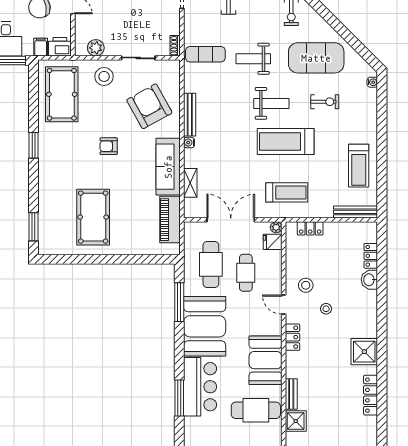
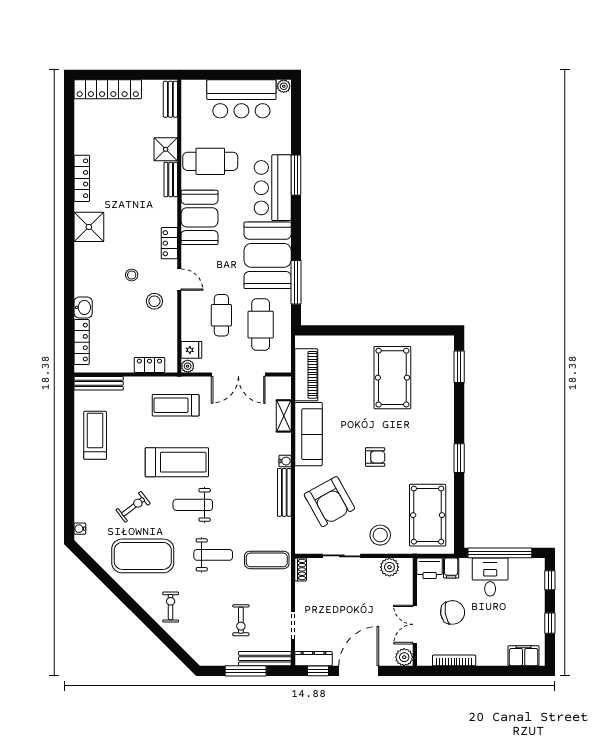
exercise bike: (325, 102) -> (133, 507), turned 143
locker: (371, 256) -> (82, 342), width x1.53

